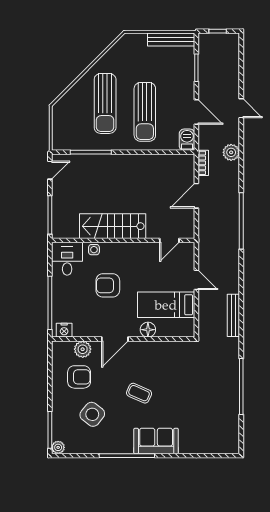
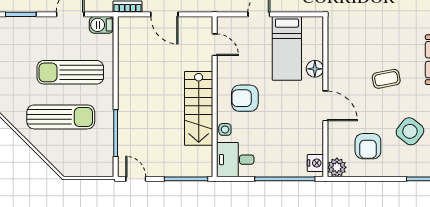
sun lounger: (145, 112) -> (70, 72), turned 180
armchair: (108, 285) -> (245, 98), moved, turned 90
plant: (83, 349) -> (337, 167), moved
armchair: (79, 377) -> (368, 146), turned 180
coffee table: (139, 393) -> (386, 79), turned 55

